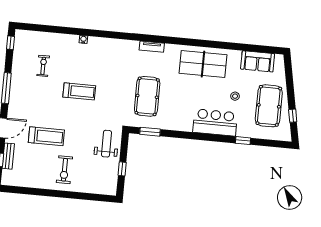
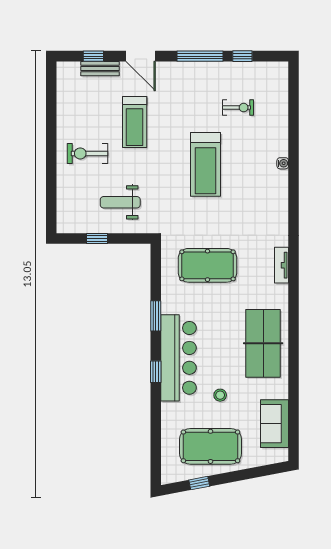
window: (11, 43) -> (242, 56), moved
treadmill: (79, 91) -> (205, 164), width x1.37, depth x1.38
bar counter: (215, 122) -> (178, 358), width x1.36
window: (150, 132) -> (156, 316), moved
window: (243, 141) -> (156, 372), moved
weight bench: (106, 144) -> (120, 202), moved, turned 180

